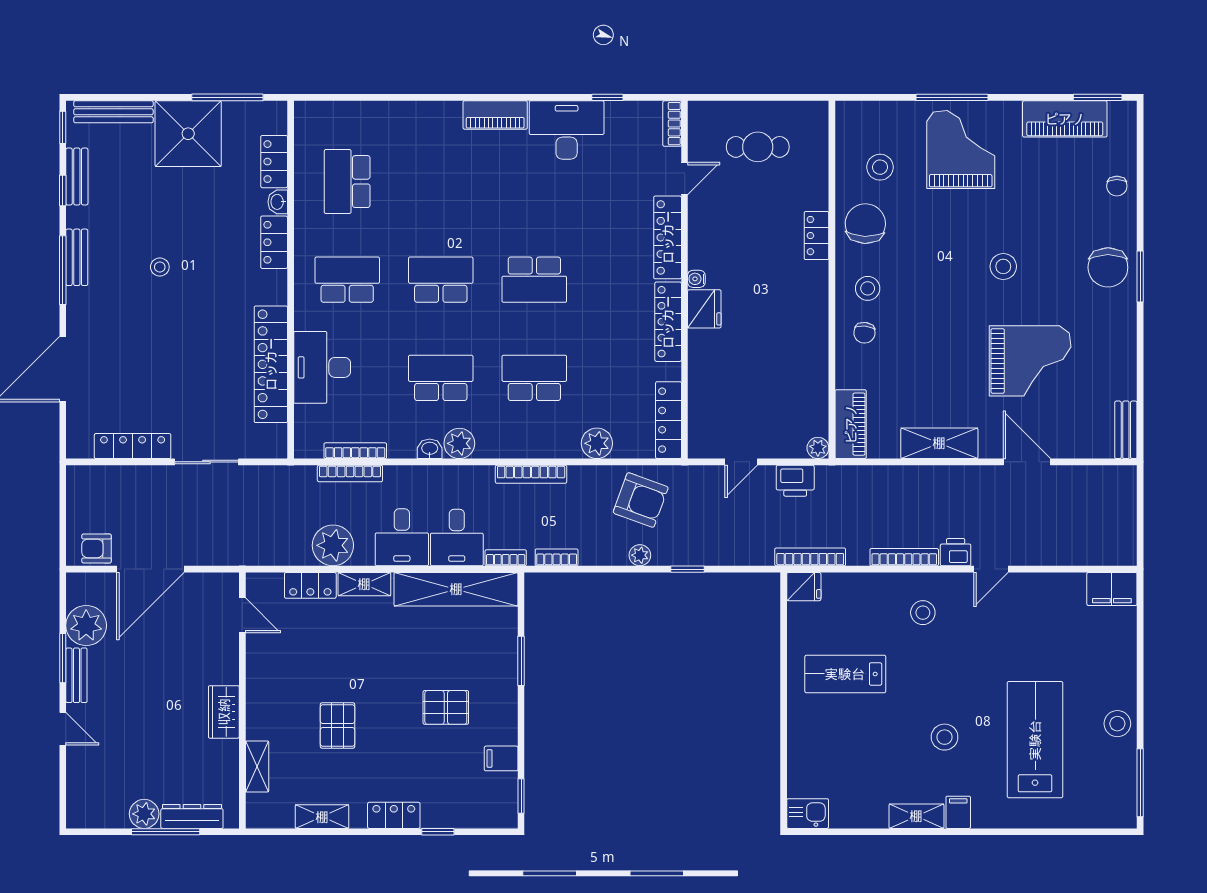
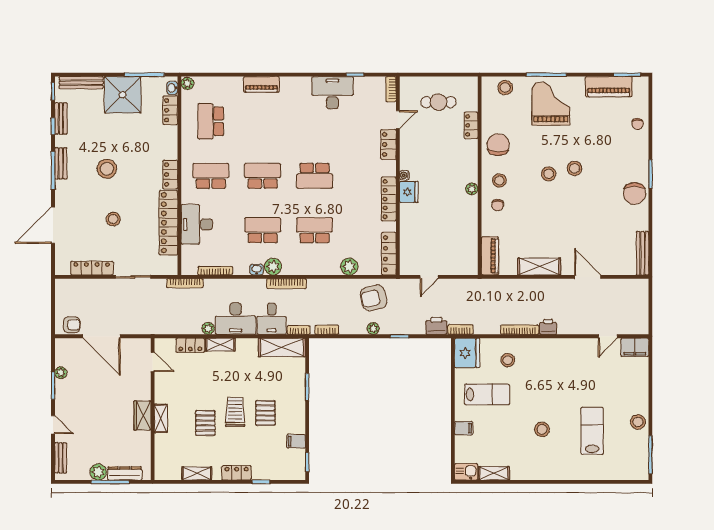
plant: (305, 113) -> (187, 83), added
piano: (495, 115) -> (261, 84), moved
stool: (880, 167) -> (505, 88), moved
washbasin: (278, 202) -> (172, 88), moved
locker: (816, 236) -> (471, 125), moved
locker: (668, 237) -> (388, 144), width x0.66
locker: (274, 242) -> (170, 175), moved
stool: (160, 267) -> (107, 169), width x1.89, depth x1.89
chair: (1108, 267) -> (634, 193), moved
stool: (956, 276) -> (549, 174), added
stool: (171, 358) -> (113, 219), added
grand piano: (1030, 361) -> (589, 221), removed
bench: (1126, 430) -> (643, 253), width x1.36
plant: (818, 448) -> (472, 189), moved
bookcase: (350, 473) -> (185, 283), moved
bookcase: (531, 474) -> (287, 284), moved
printer: (795, 481) -> (436, 326), moved, turned 180
armchair: (641, 500) -> (373, 298), turned 148
desk: (402, 537) -> (236, 319), width x1.37
plant: (333, 545) -> (208, 328), width x0.53, depth x0.53
armchair: (97, 548) -> (72, 325), turned 180
bookcase: (810, 557) -> (460, 329), width x0.64
door: (150, 569) -> (102, 336), hinge flipped
door: (991, 569) -> (608, 336), moved
fridge: (804, 587) -> (467, 353), width x1.88, depth x1.34
shelving: (456, 589) -> (282, 347), width x0.68
stool: (923, 613) -> (508, 360), moved
plant: (86, 625) -> (61, 373), width x0.53, depth x0.53
lab bench: (845, 674) -> (487, 394), turned 180
bench: (76, 675) -> (61, 458), moved
trolley: (391, 706) -> (235, 412), added
pallet: (446, 707) -> (265, 413), turned 90
lab bench: (1035, 740) -> (592, 431), width x0.73, depth x0.72
shelving: (257, 766) -> (161, 418), moved
filing cabinet: (958, 812) -> (464, 428), moved, turned 90
shelving: (916, 816) -> (494, 473), moved

